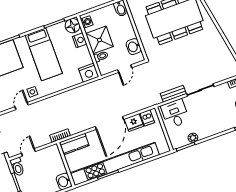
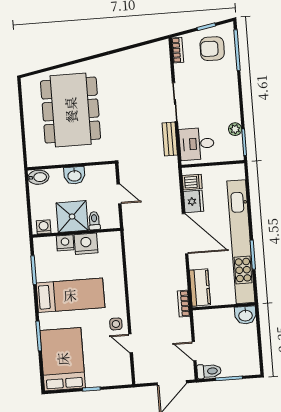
floor lamp: (73, 26) -> (43, 247), removed
washbasin: (134, 47) -> (74, 175), moved
nightstand: (89, 73) -> (86, 244), moved, turned -90

